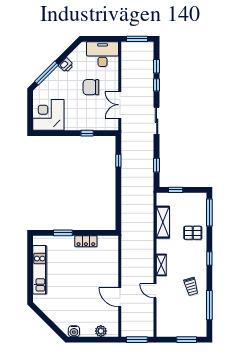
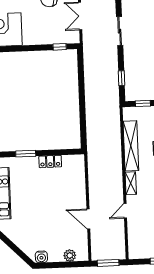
window: (87, 133) -> (60, 47), moved
window: (118, 161) -> (81, 75), removed
shelving: (163, 222) -> (131, 146), width x1.47
door: (155, 291) -> (125, 211), hinge flipped

